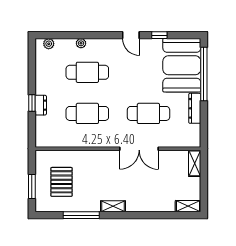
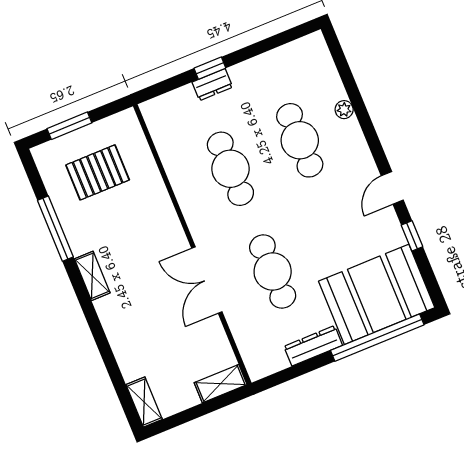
plant: (49, 44) -> (321, 56), removed

